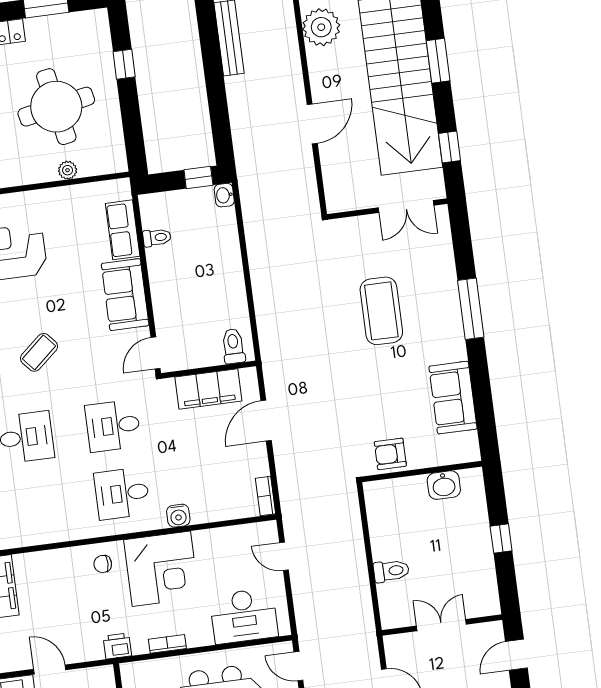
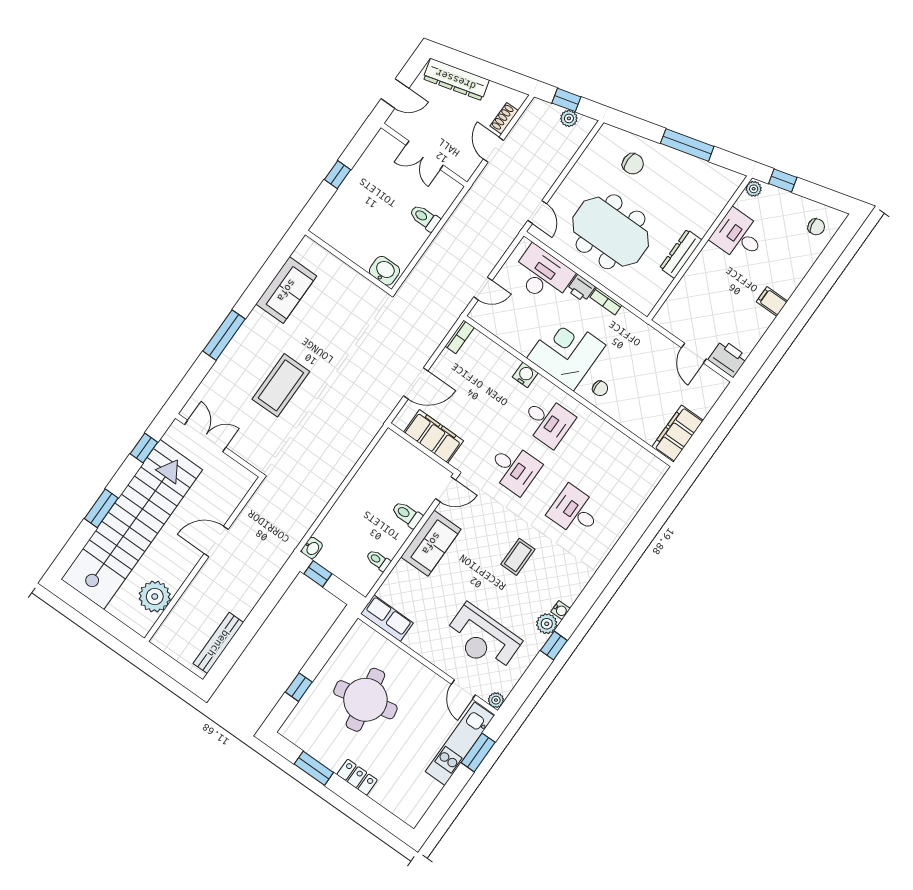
plant: (68, 170) -> (395, 654), removed
row of seats: (123, 230) -> (387, 618), moved, turned -90
toilet: (233, 346) -> (407, 514), moved, turned 90
coffee table: (39, 352) -> (518, 557), turned -49
armchair: (390, 454) -> (358, 291), removed
washbasin: (444, 485) -> (385, 271), moved
door: (284, 556) -> (483, 289), hinge flipped
printer: (117, 646) -> (581, 288), moved

